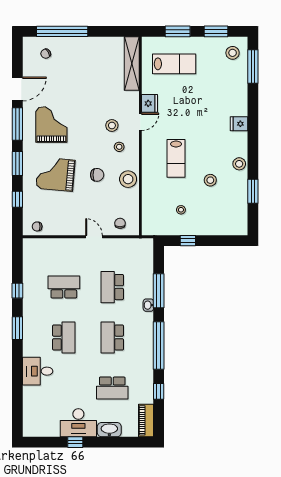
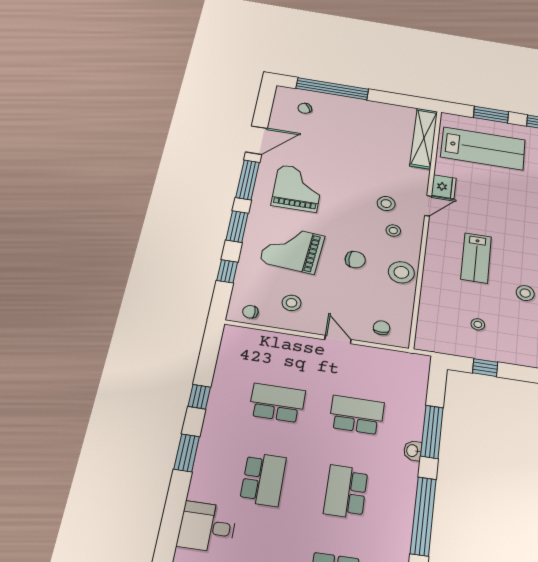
lab bench: (174, 64) -> (483, 148), width x1.36, depth x1.39
stool: (61, 215) -> (291, 303), added
school desk: (112, 287) -> (357, 415), turned 90

